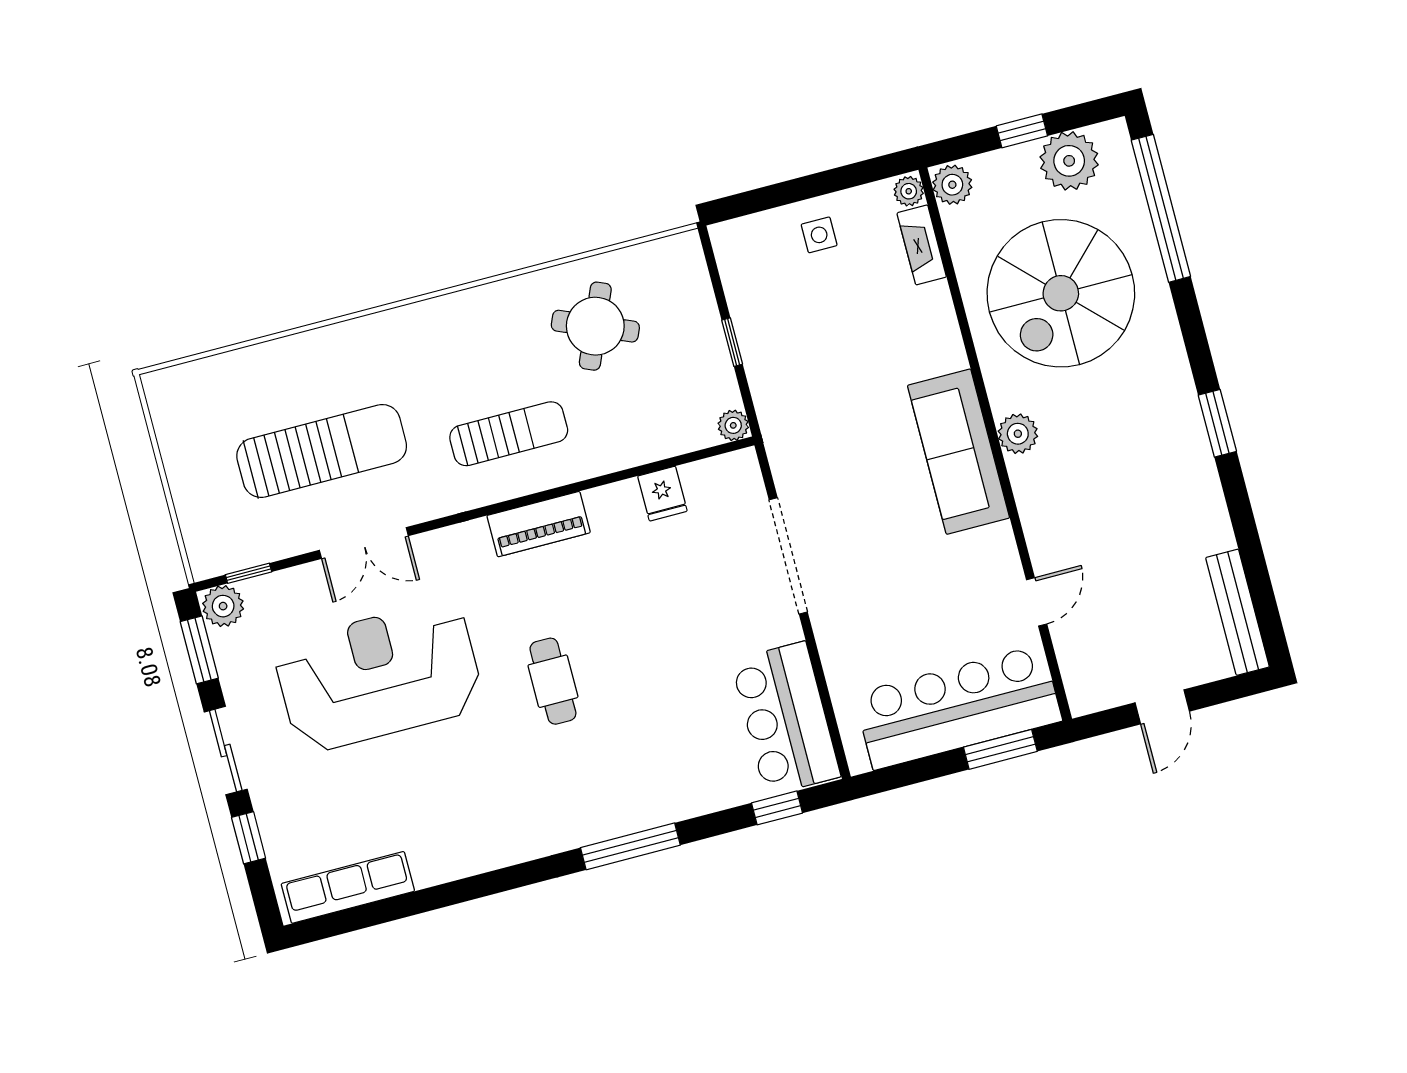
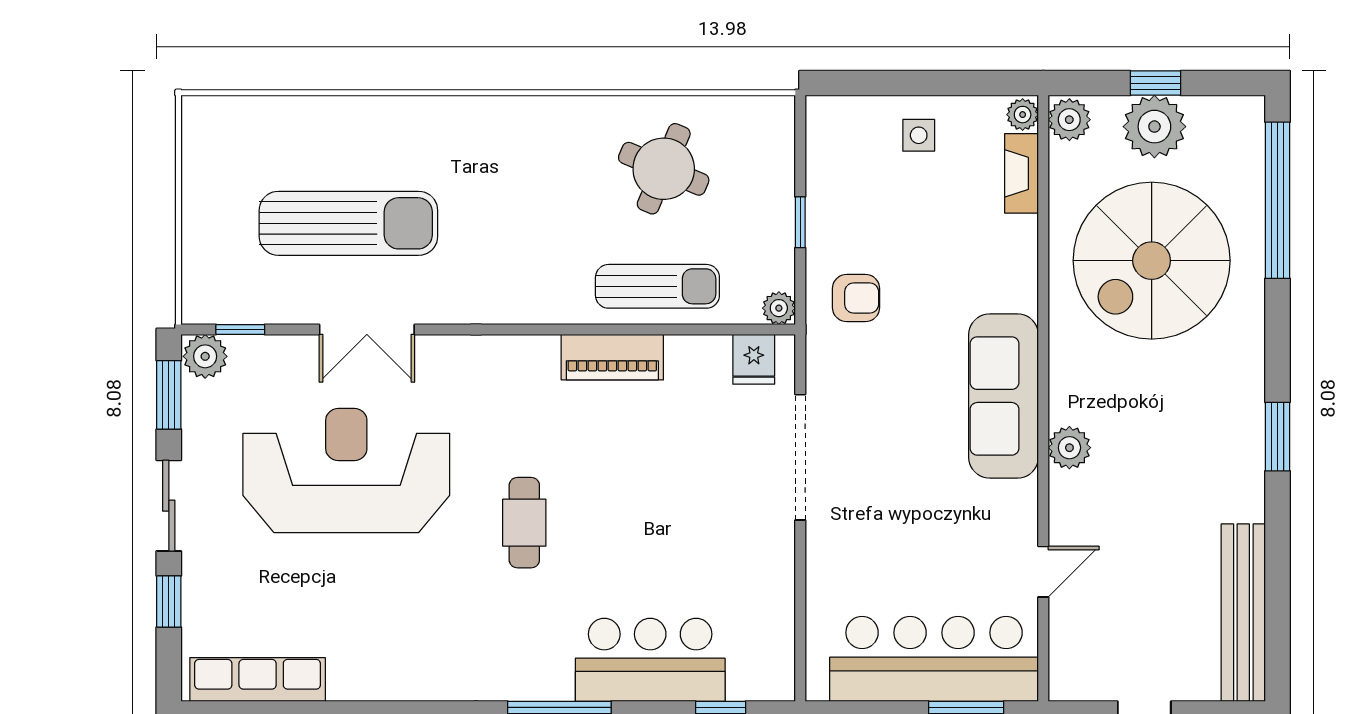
plant: (1069, 161) -> (1154, 127), moved
armchair: (801, 398) -> (856, 298), added
sun lounger: (509, 434) -> (657, 286), moved
plant: (1018, 434) -> (1069, 448), moved
fridge: (662, 494) -> (754, 359), moved
piano: (539, 524) -> (612, 357), moved
bench: (1237, 612) -> (1243, 613), width x1.37, depth x1.21
bar counter: (786, 718) -> (650, 660), moved, turned 90

